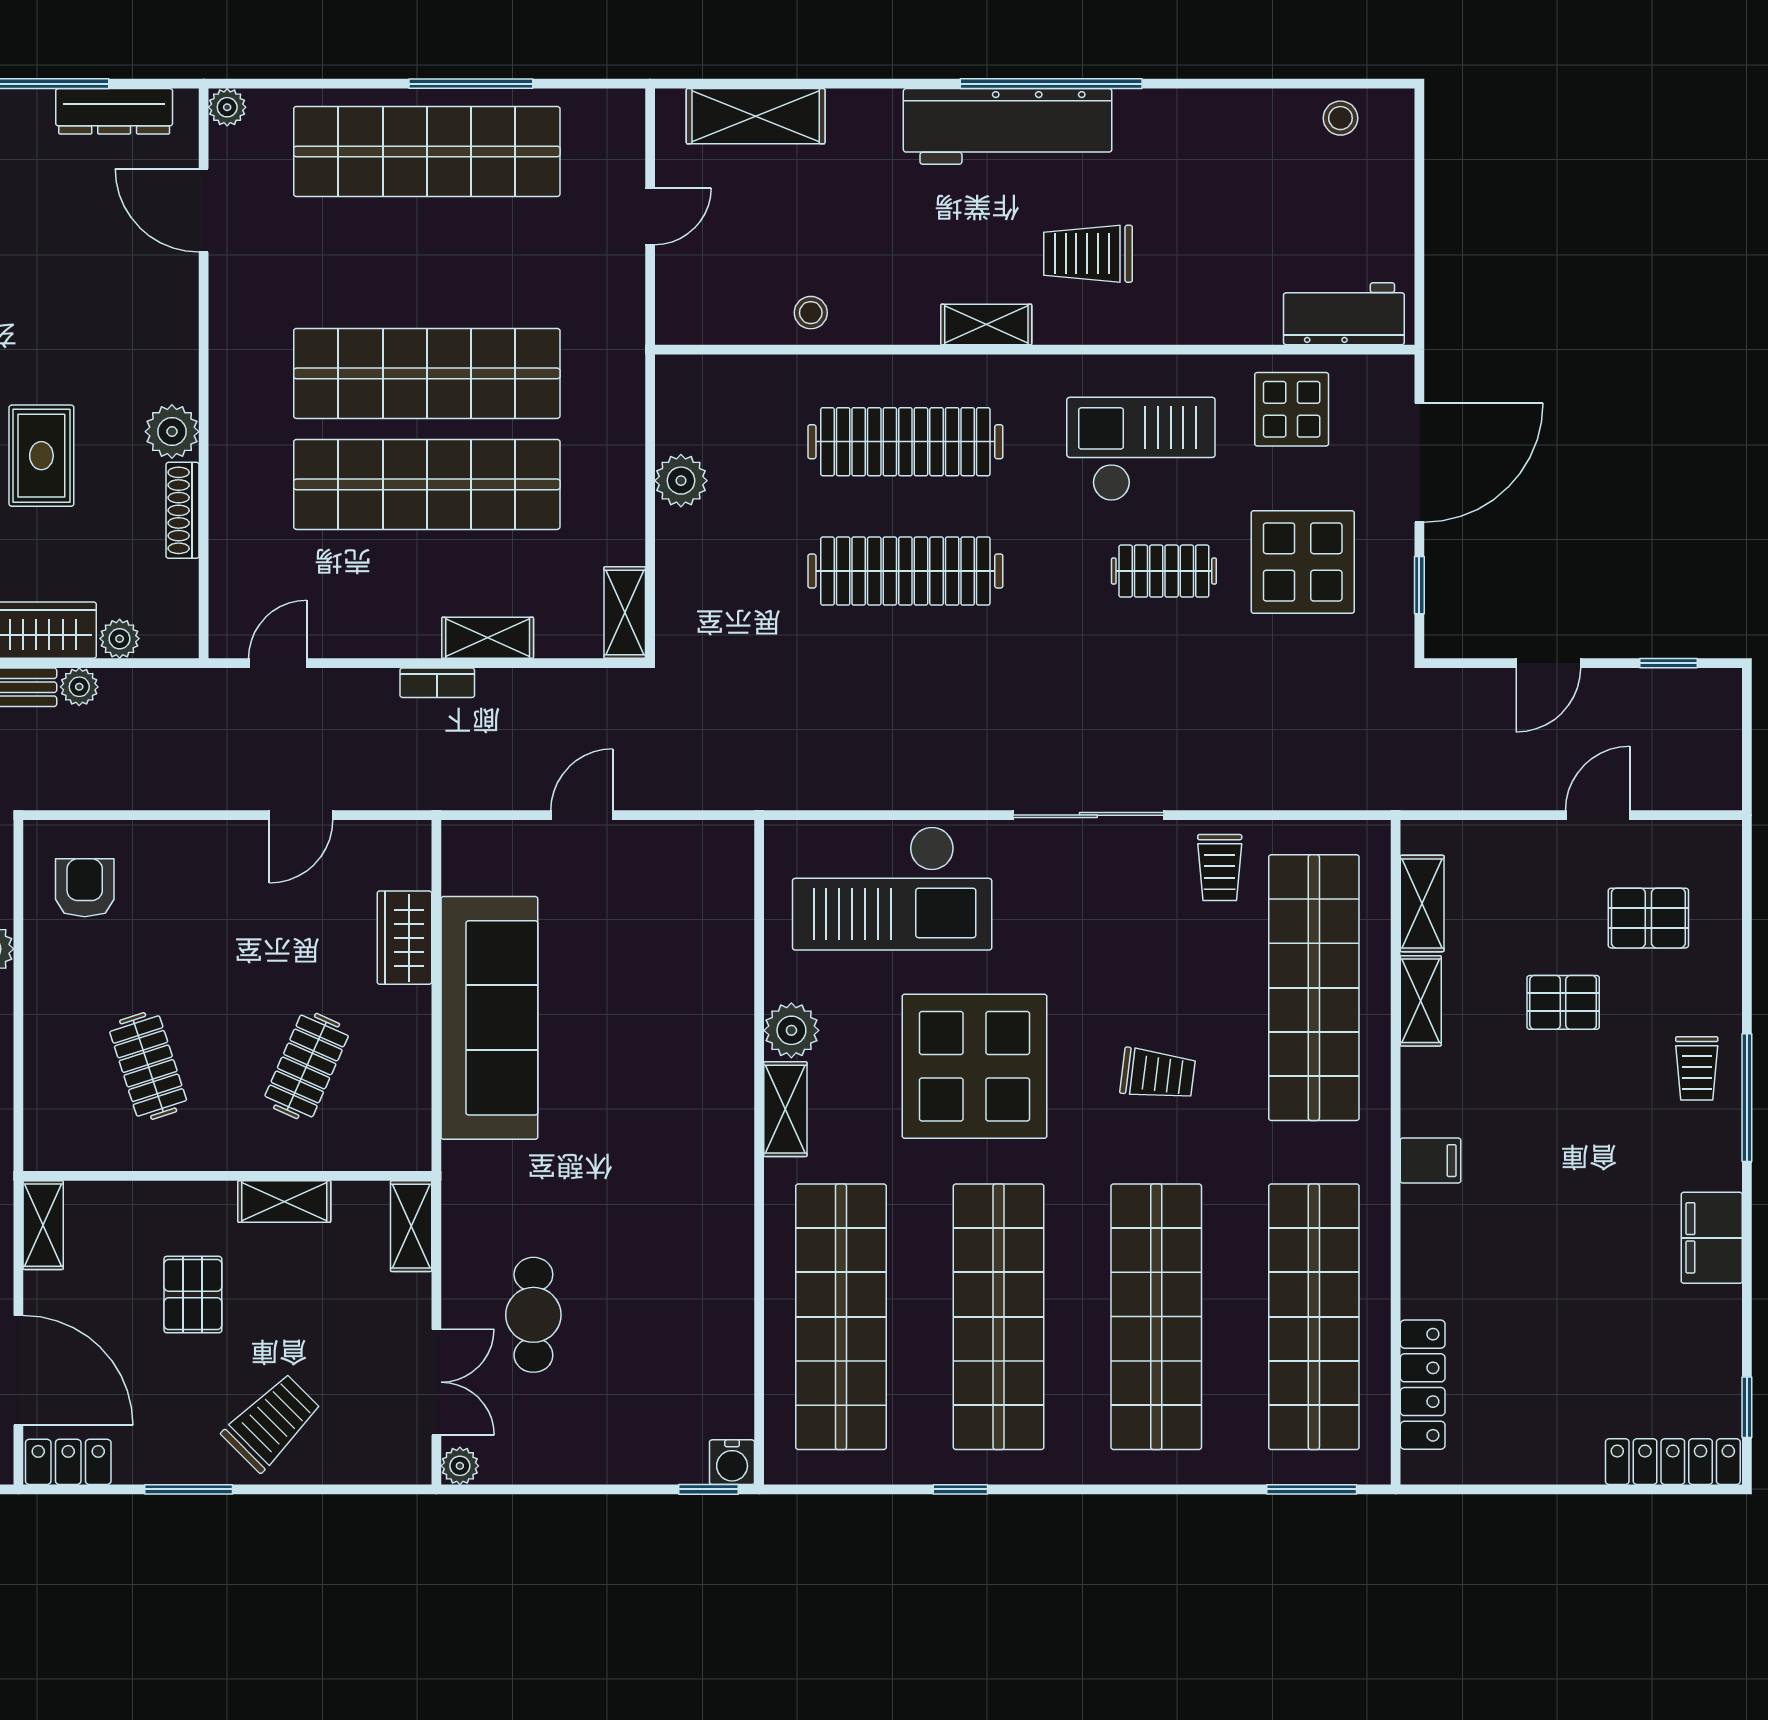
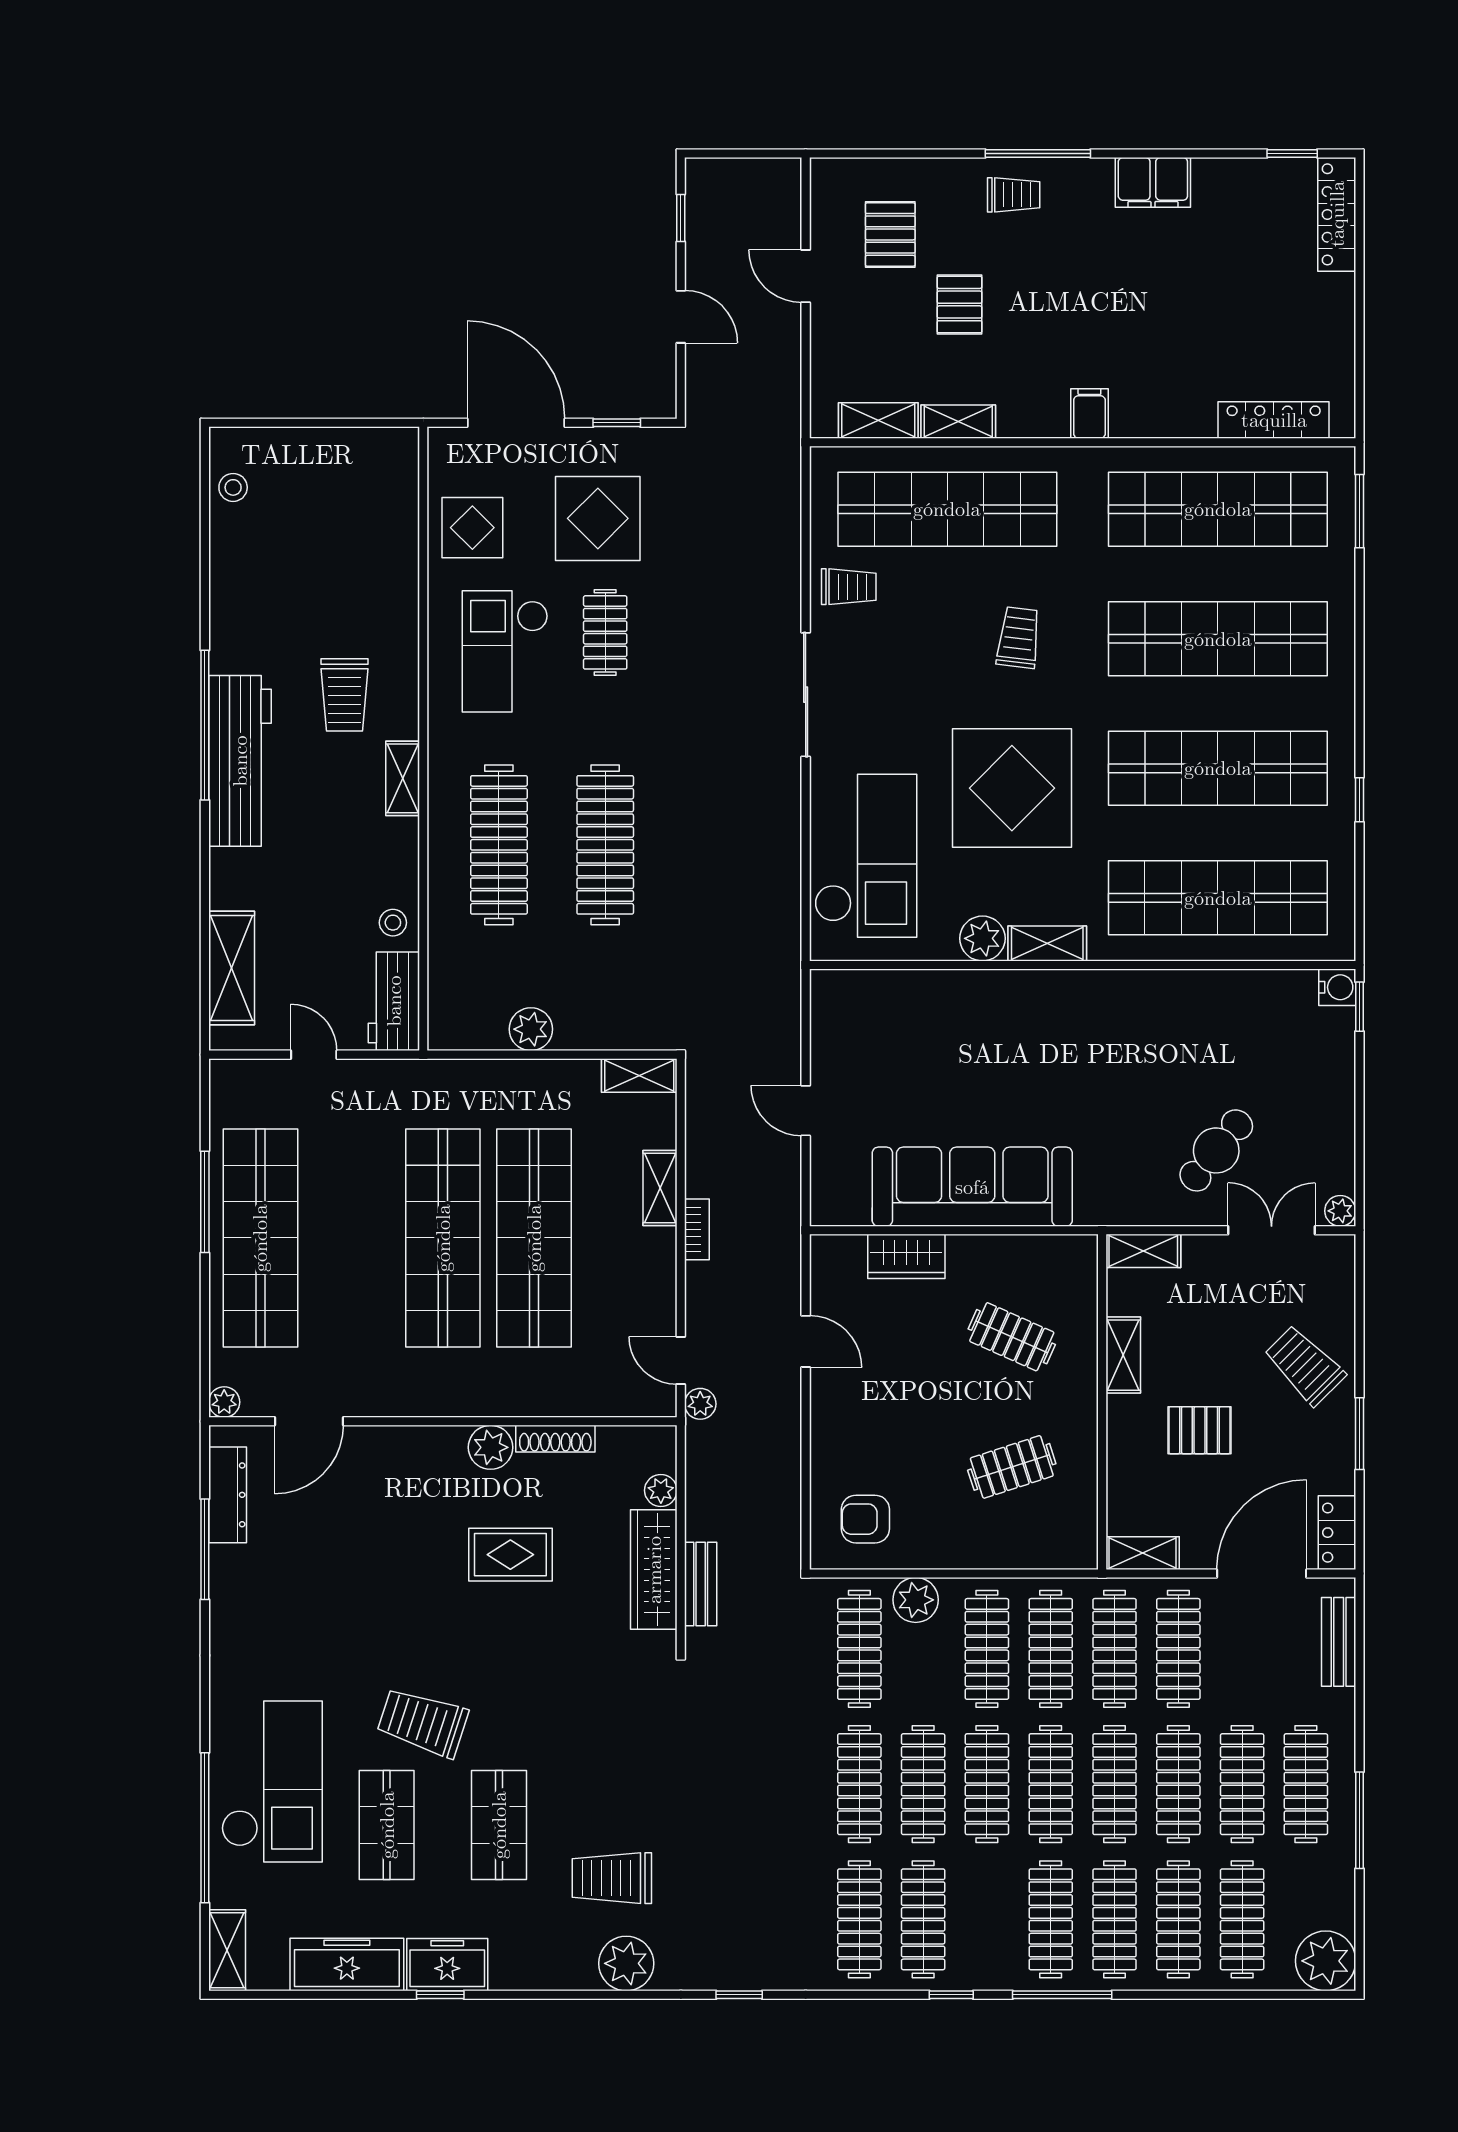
workbench: (1344, 314) -> (394, 1001), moved
plant: (79, 687) -> (700, 1404), moved
cafe table: (533, 1315) -> (1216, 1150), turned -51

